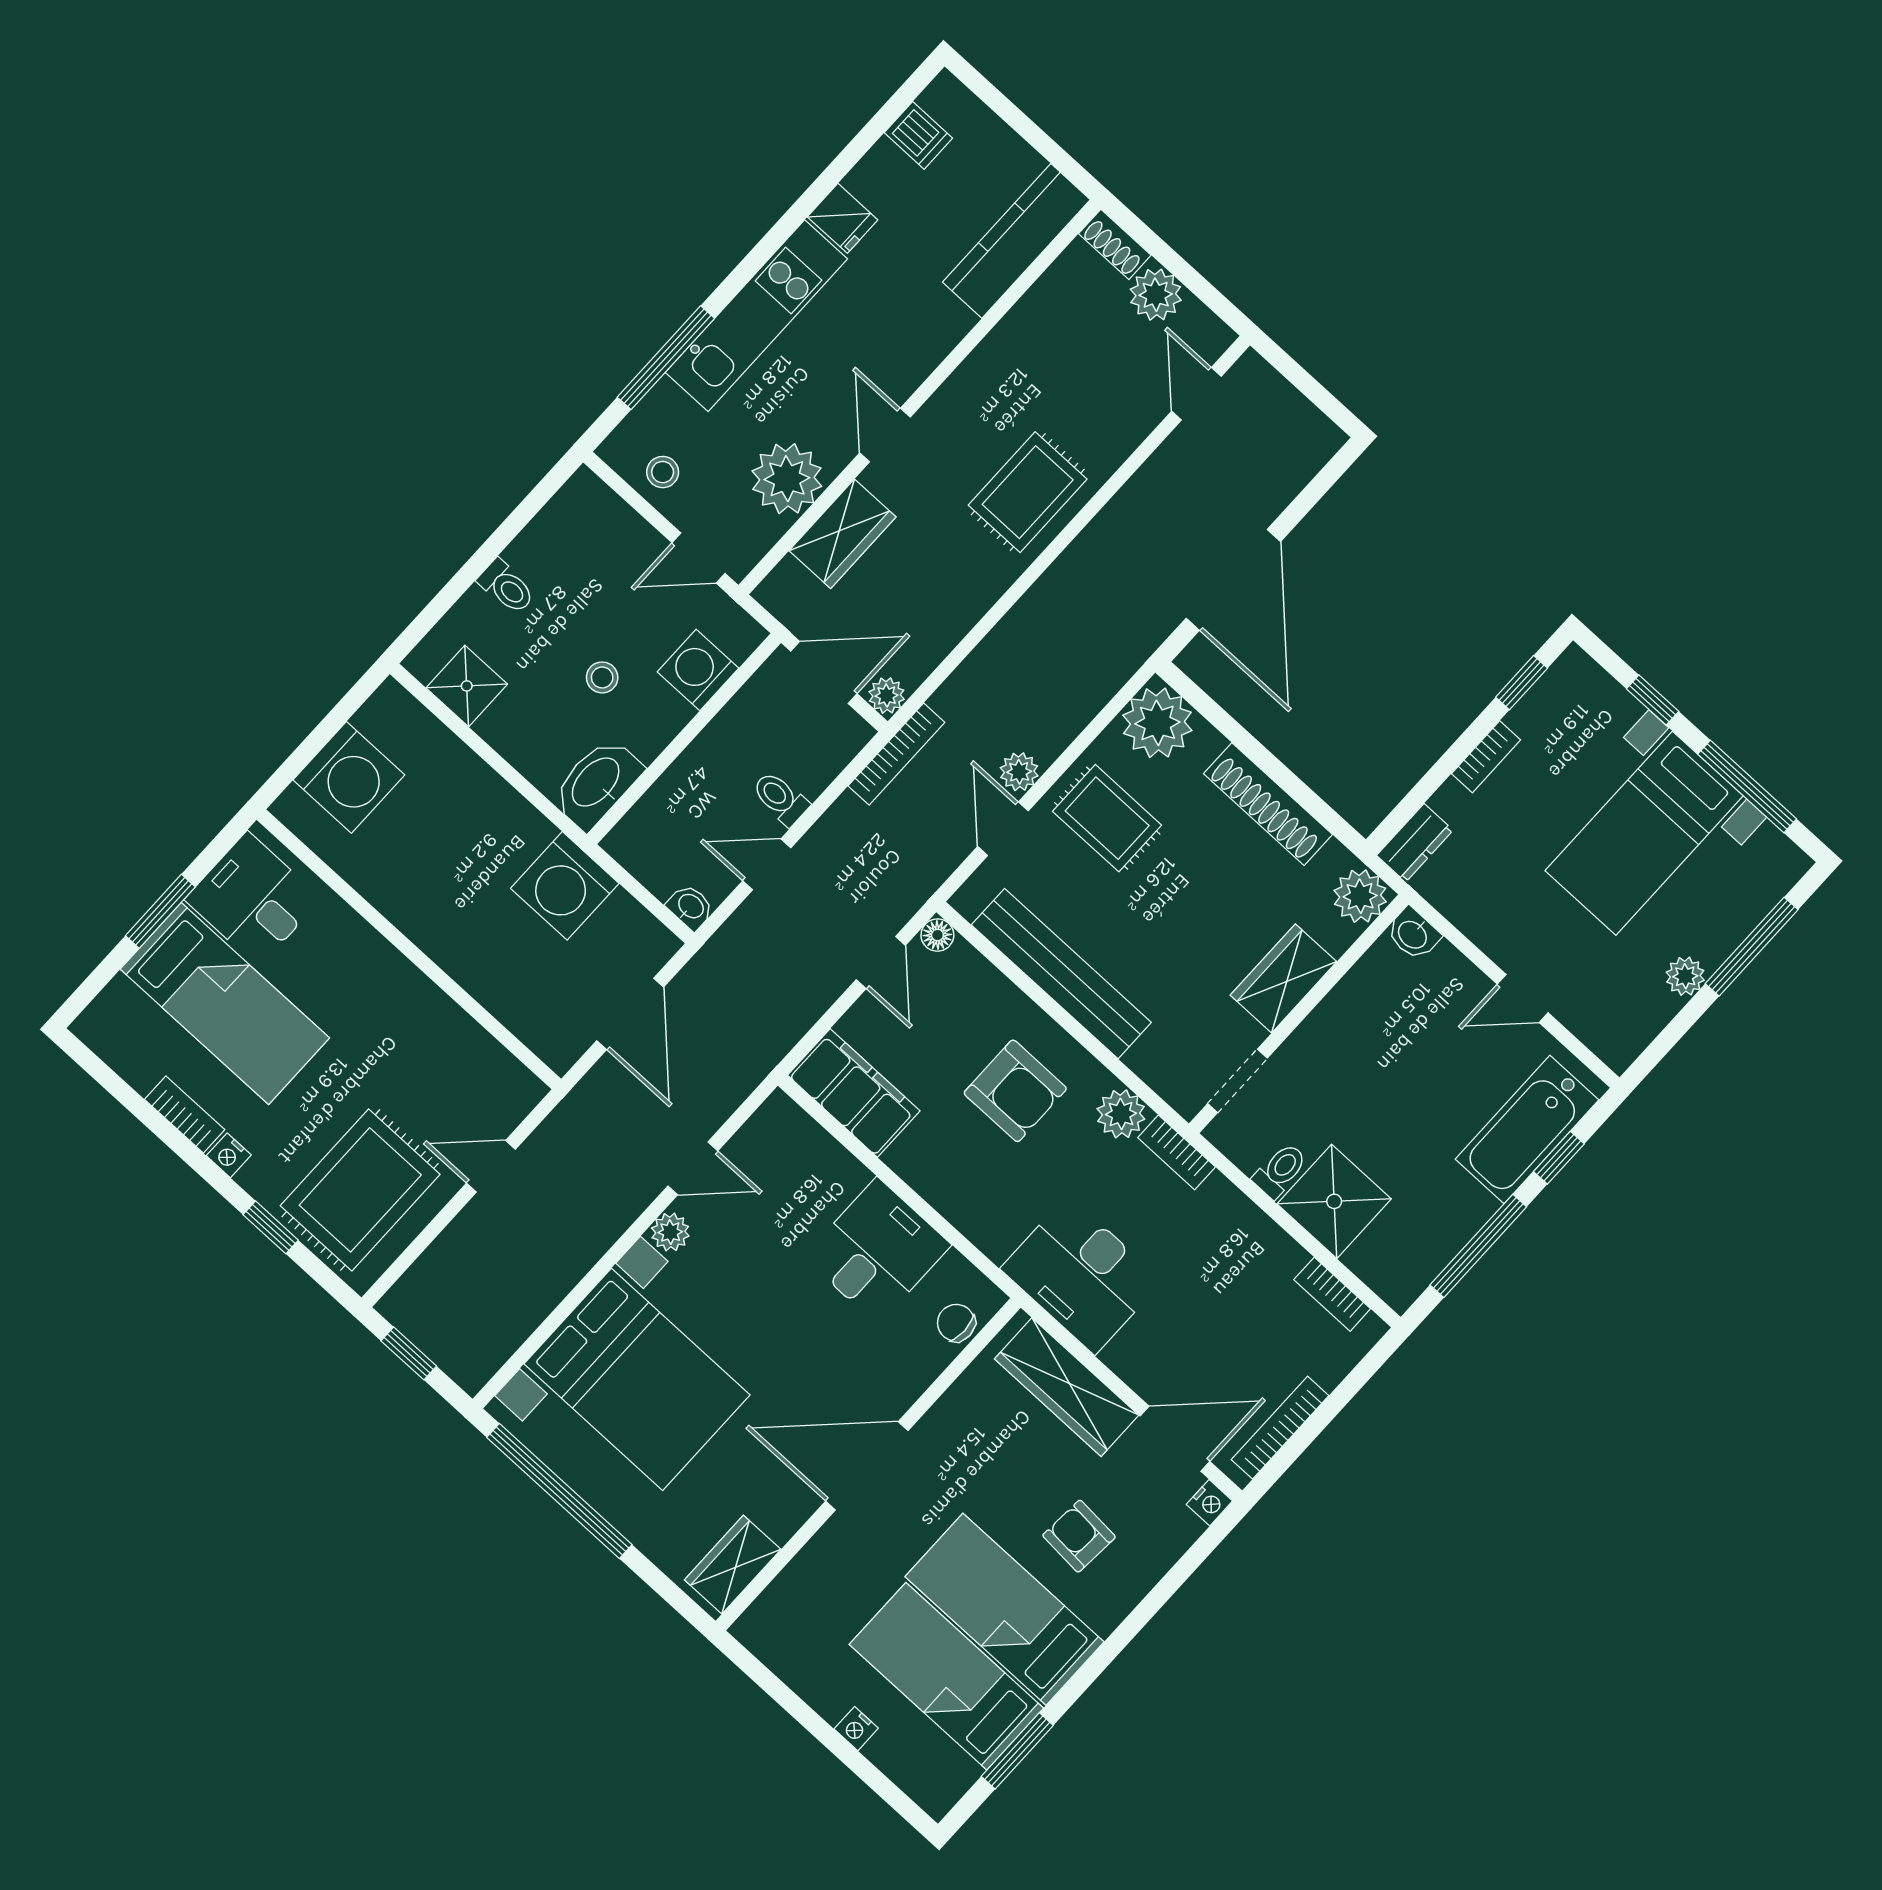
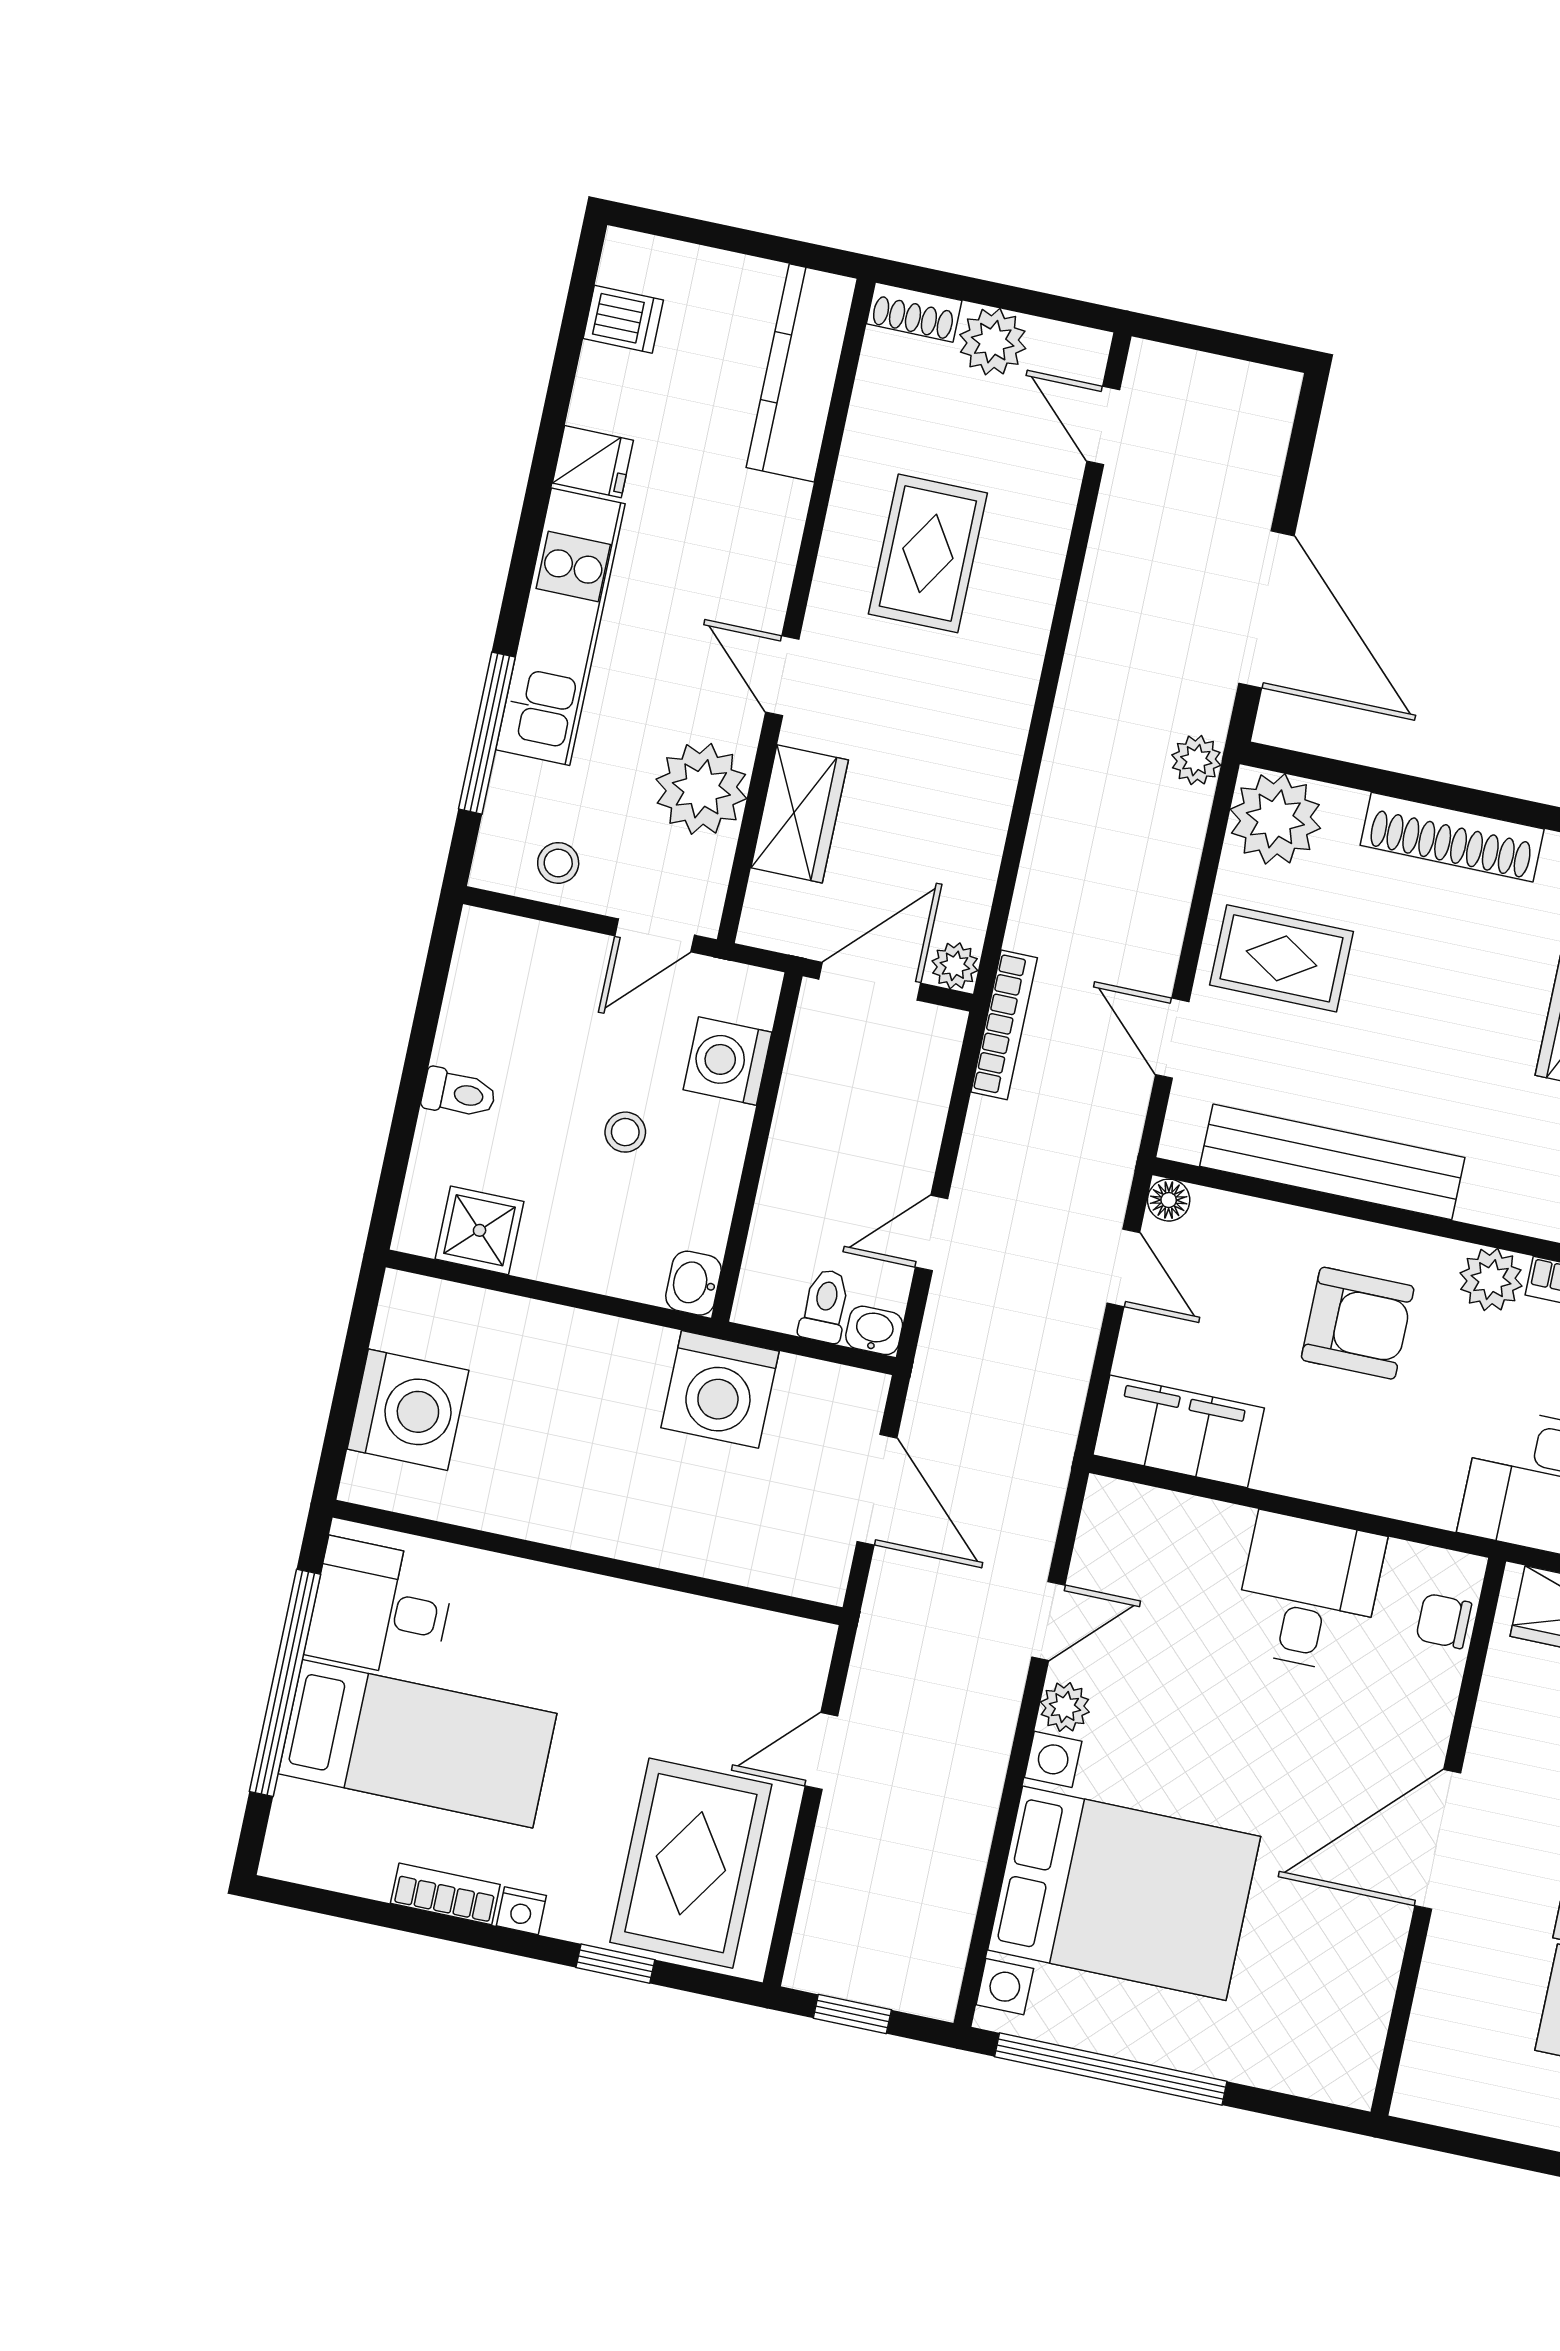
rug: (1028, 492) -> (928, 553), moved
plant: (1019, 772) -> (1196, 760), moved
washbasin: (597, 783) -> (693, 1283), width x0.52, depth x0.69
toilet: (780, 798) -> (825, 1306), moved, turned 90
window: (160, 911) -> (285, 1683), width x2.11
wardrobe: (733, 1565) -> (1353, 2038), removed

